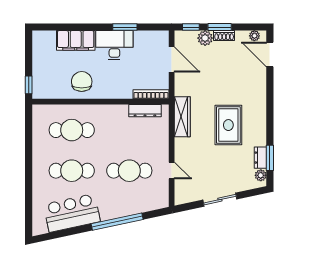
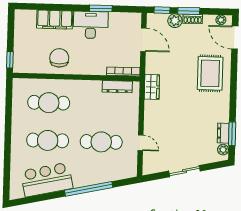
wardrobe: (182, 117) -> (152, 87), width x0.67
rug: (228, 125) -> (210, 73), moved

